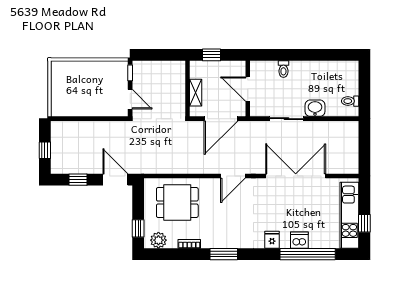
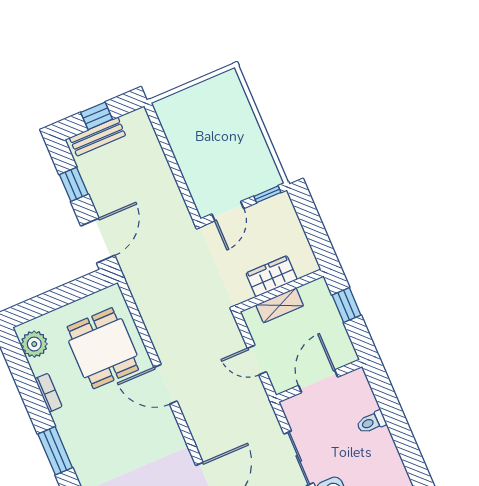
wardrobe: (177, 90) -> (272, 276), added
door: (221, 119) -> (257, 360), width x0.53
bench: (57, 155) -> (97, 137), added
door: (233, 176) -> (165, 384), moved
window: (138, 228) -> (39, 306), removed

